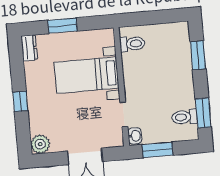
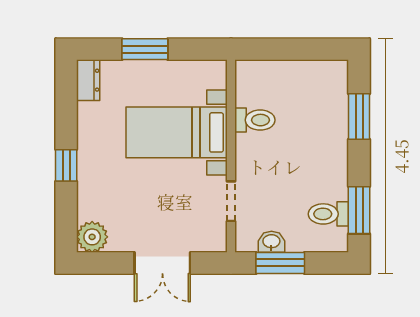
toilet: (132, 44) -> (255, 120), moved
washbasin: (135, 136) -> (271, 242), moved, turned -90

